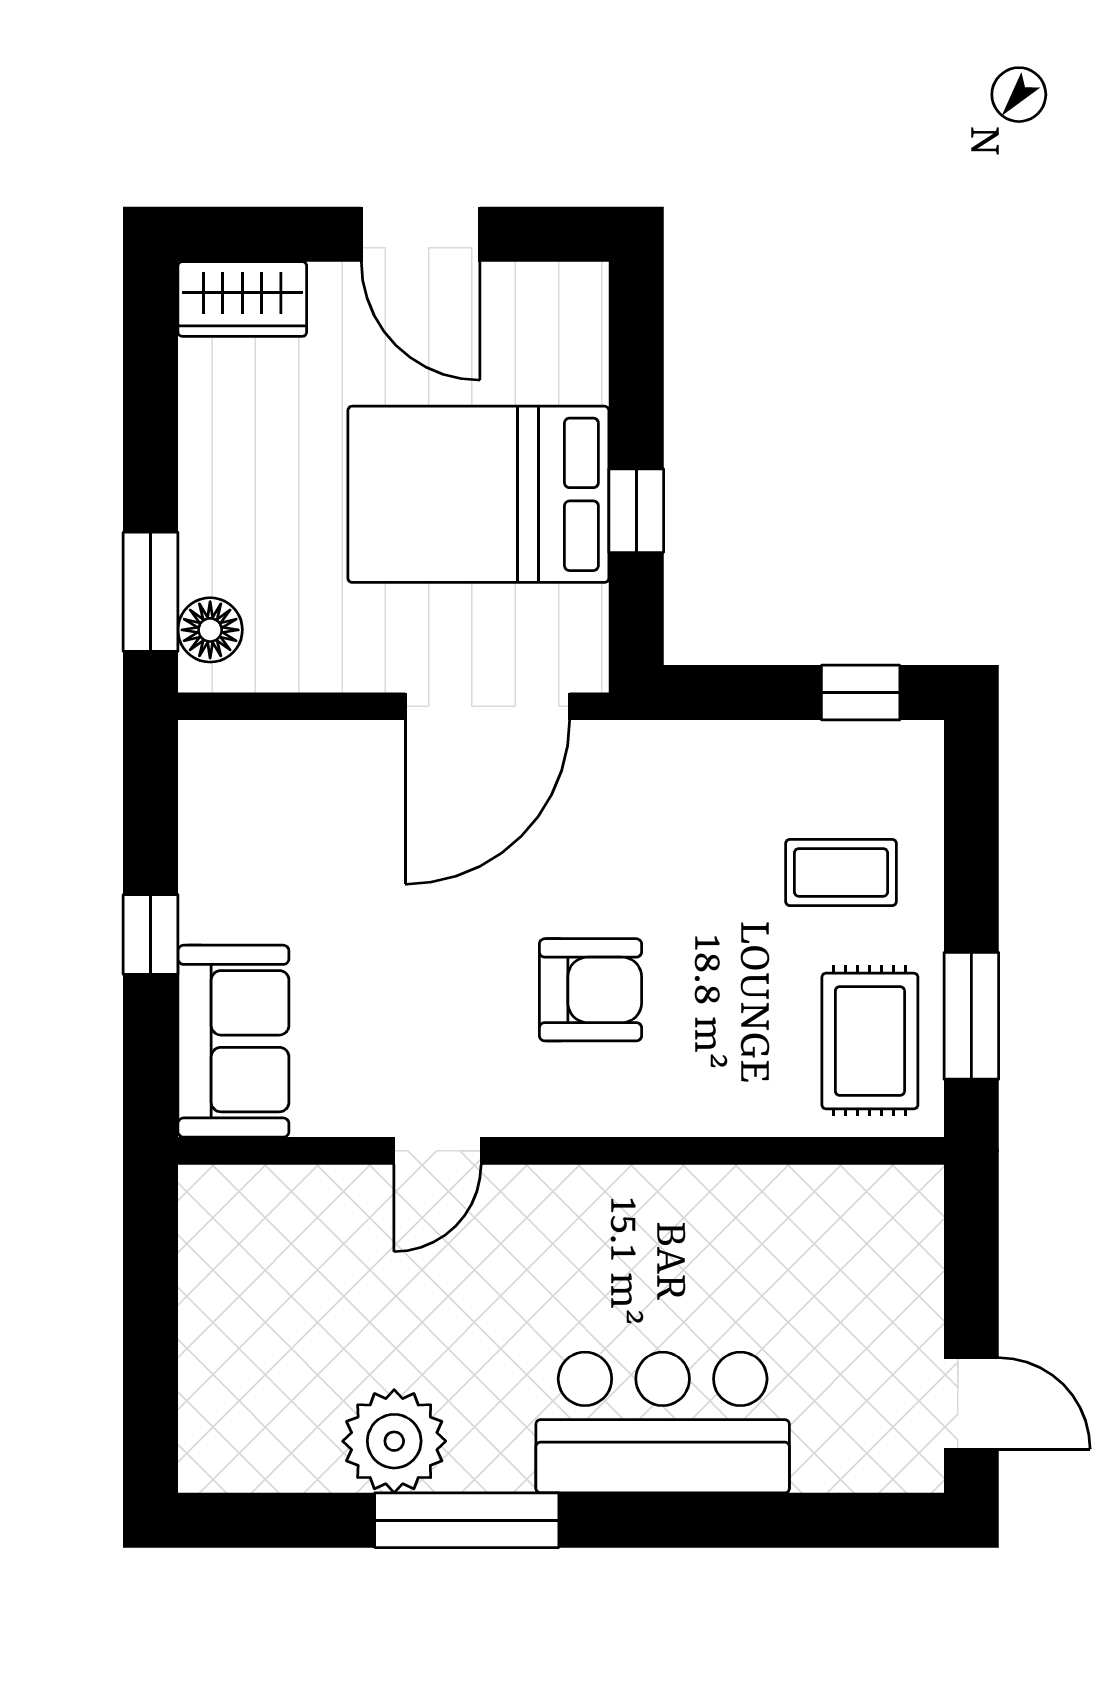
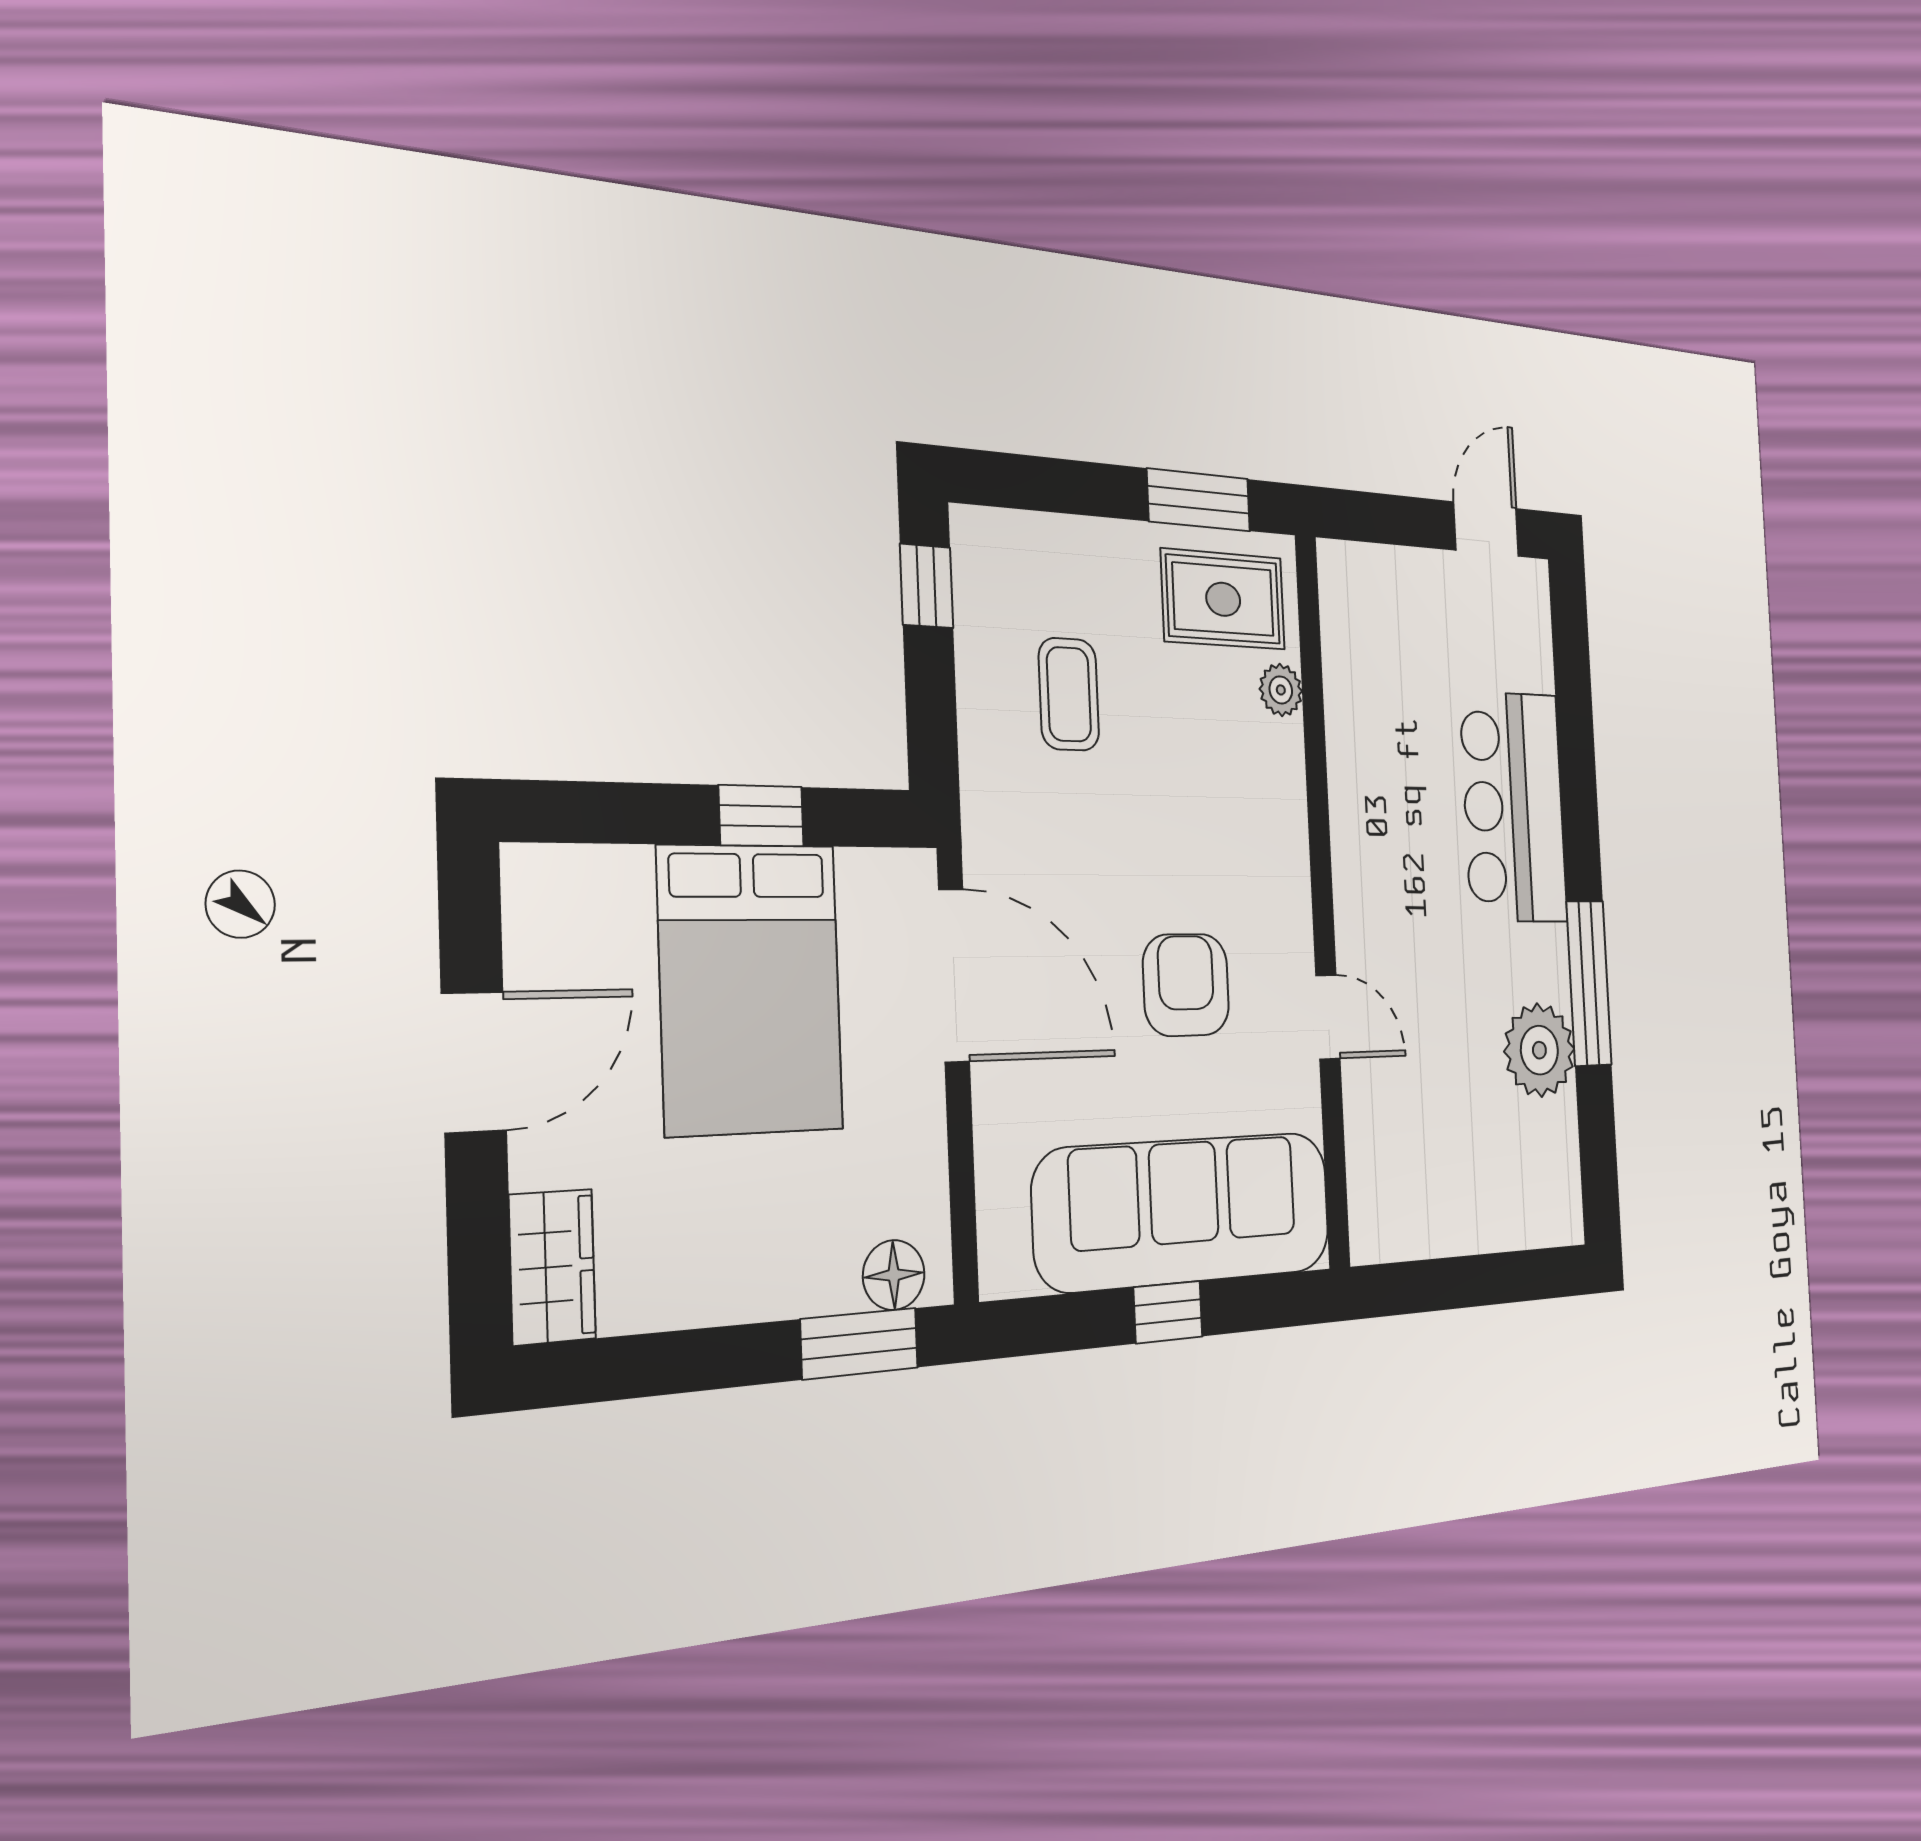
coffee table: (841, 872) -> (1069, 694), moved
armchair: (590, 990) -> (1186, 985), moved
sofa: (233, 1041) -> (1185, 1211), width x1.85, depth x1.27
plant: (779, 1110) -> (1281, 690), added

